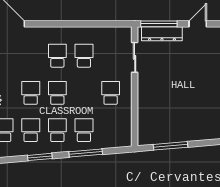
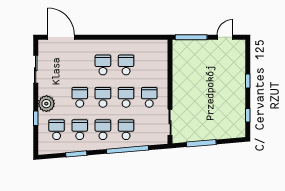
dresser: (162, 34) -> (194, 46), removed
sliding door: (135, 57) -> (170, 122), moved
school desk: (84, 93) -> (126, 97), added
window: (86, 153) -> (128, 150), width x1.46
window: (40, 157) -> (76, 154), moved

